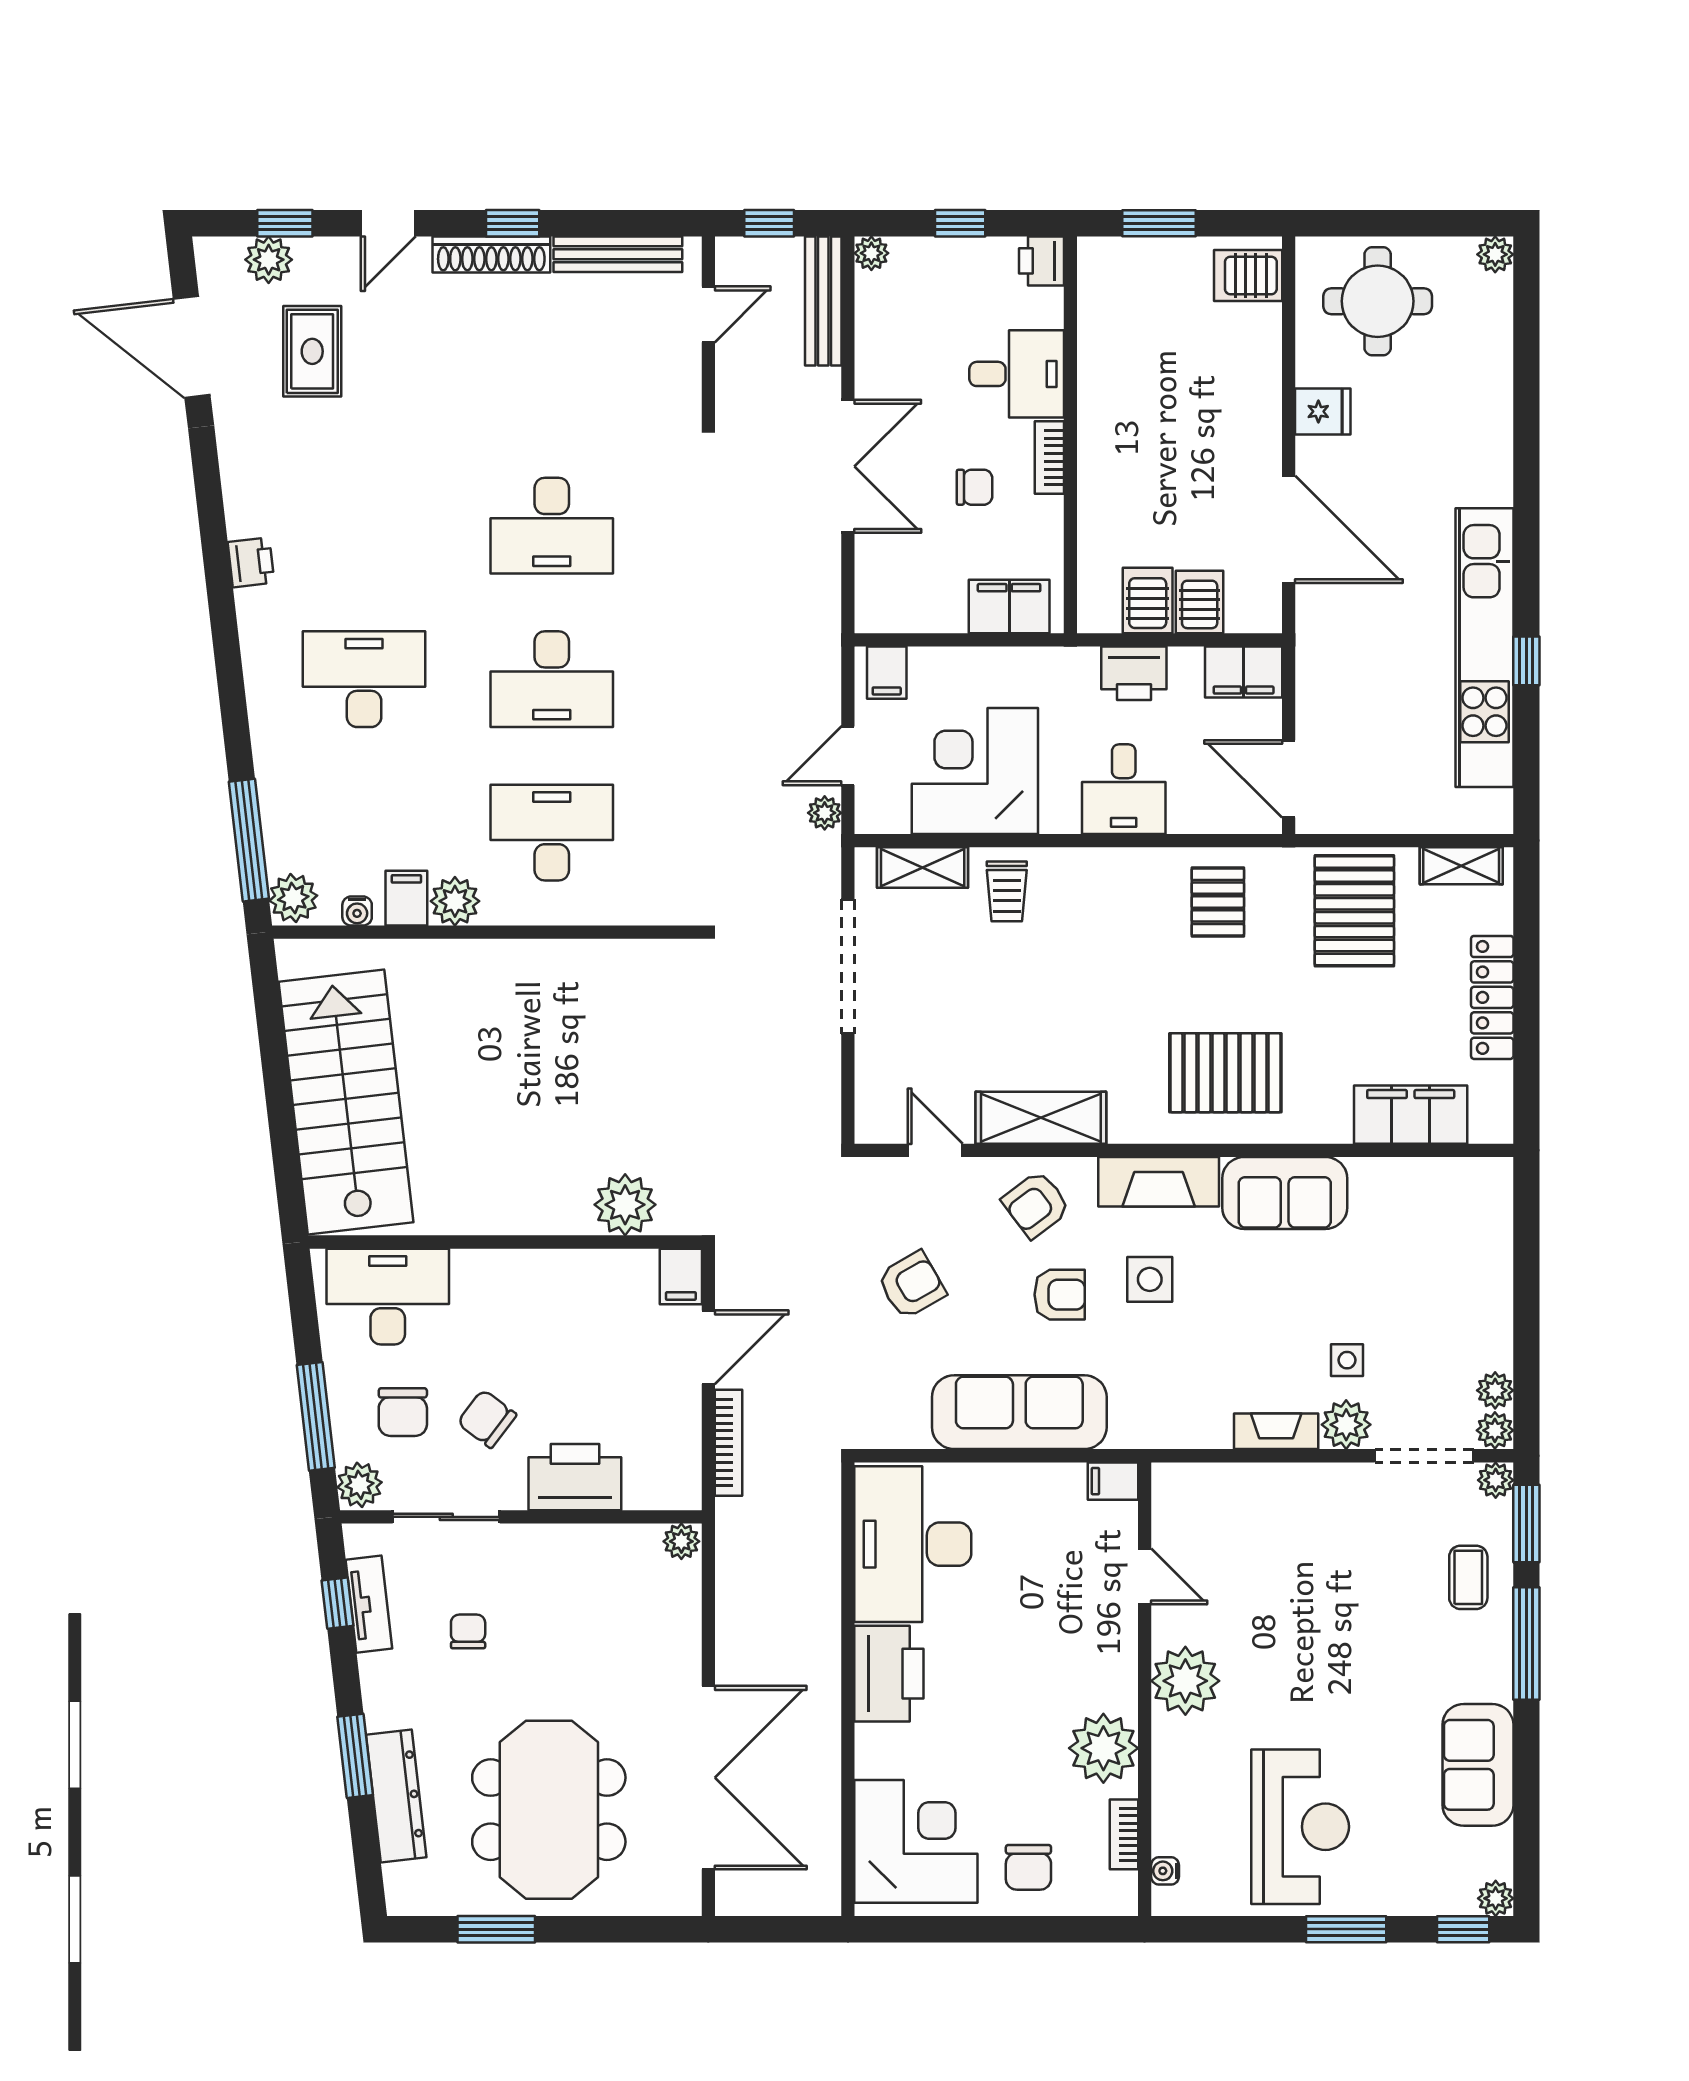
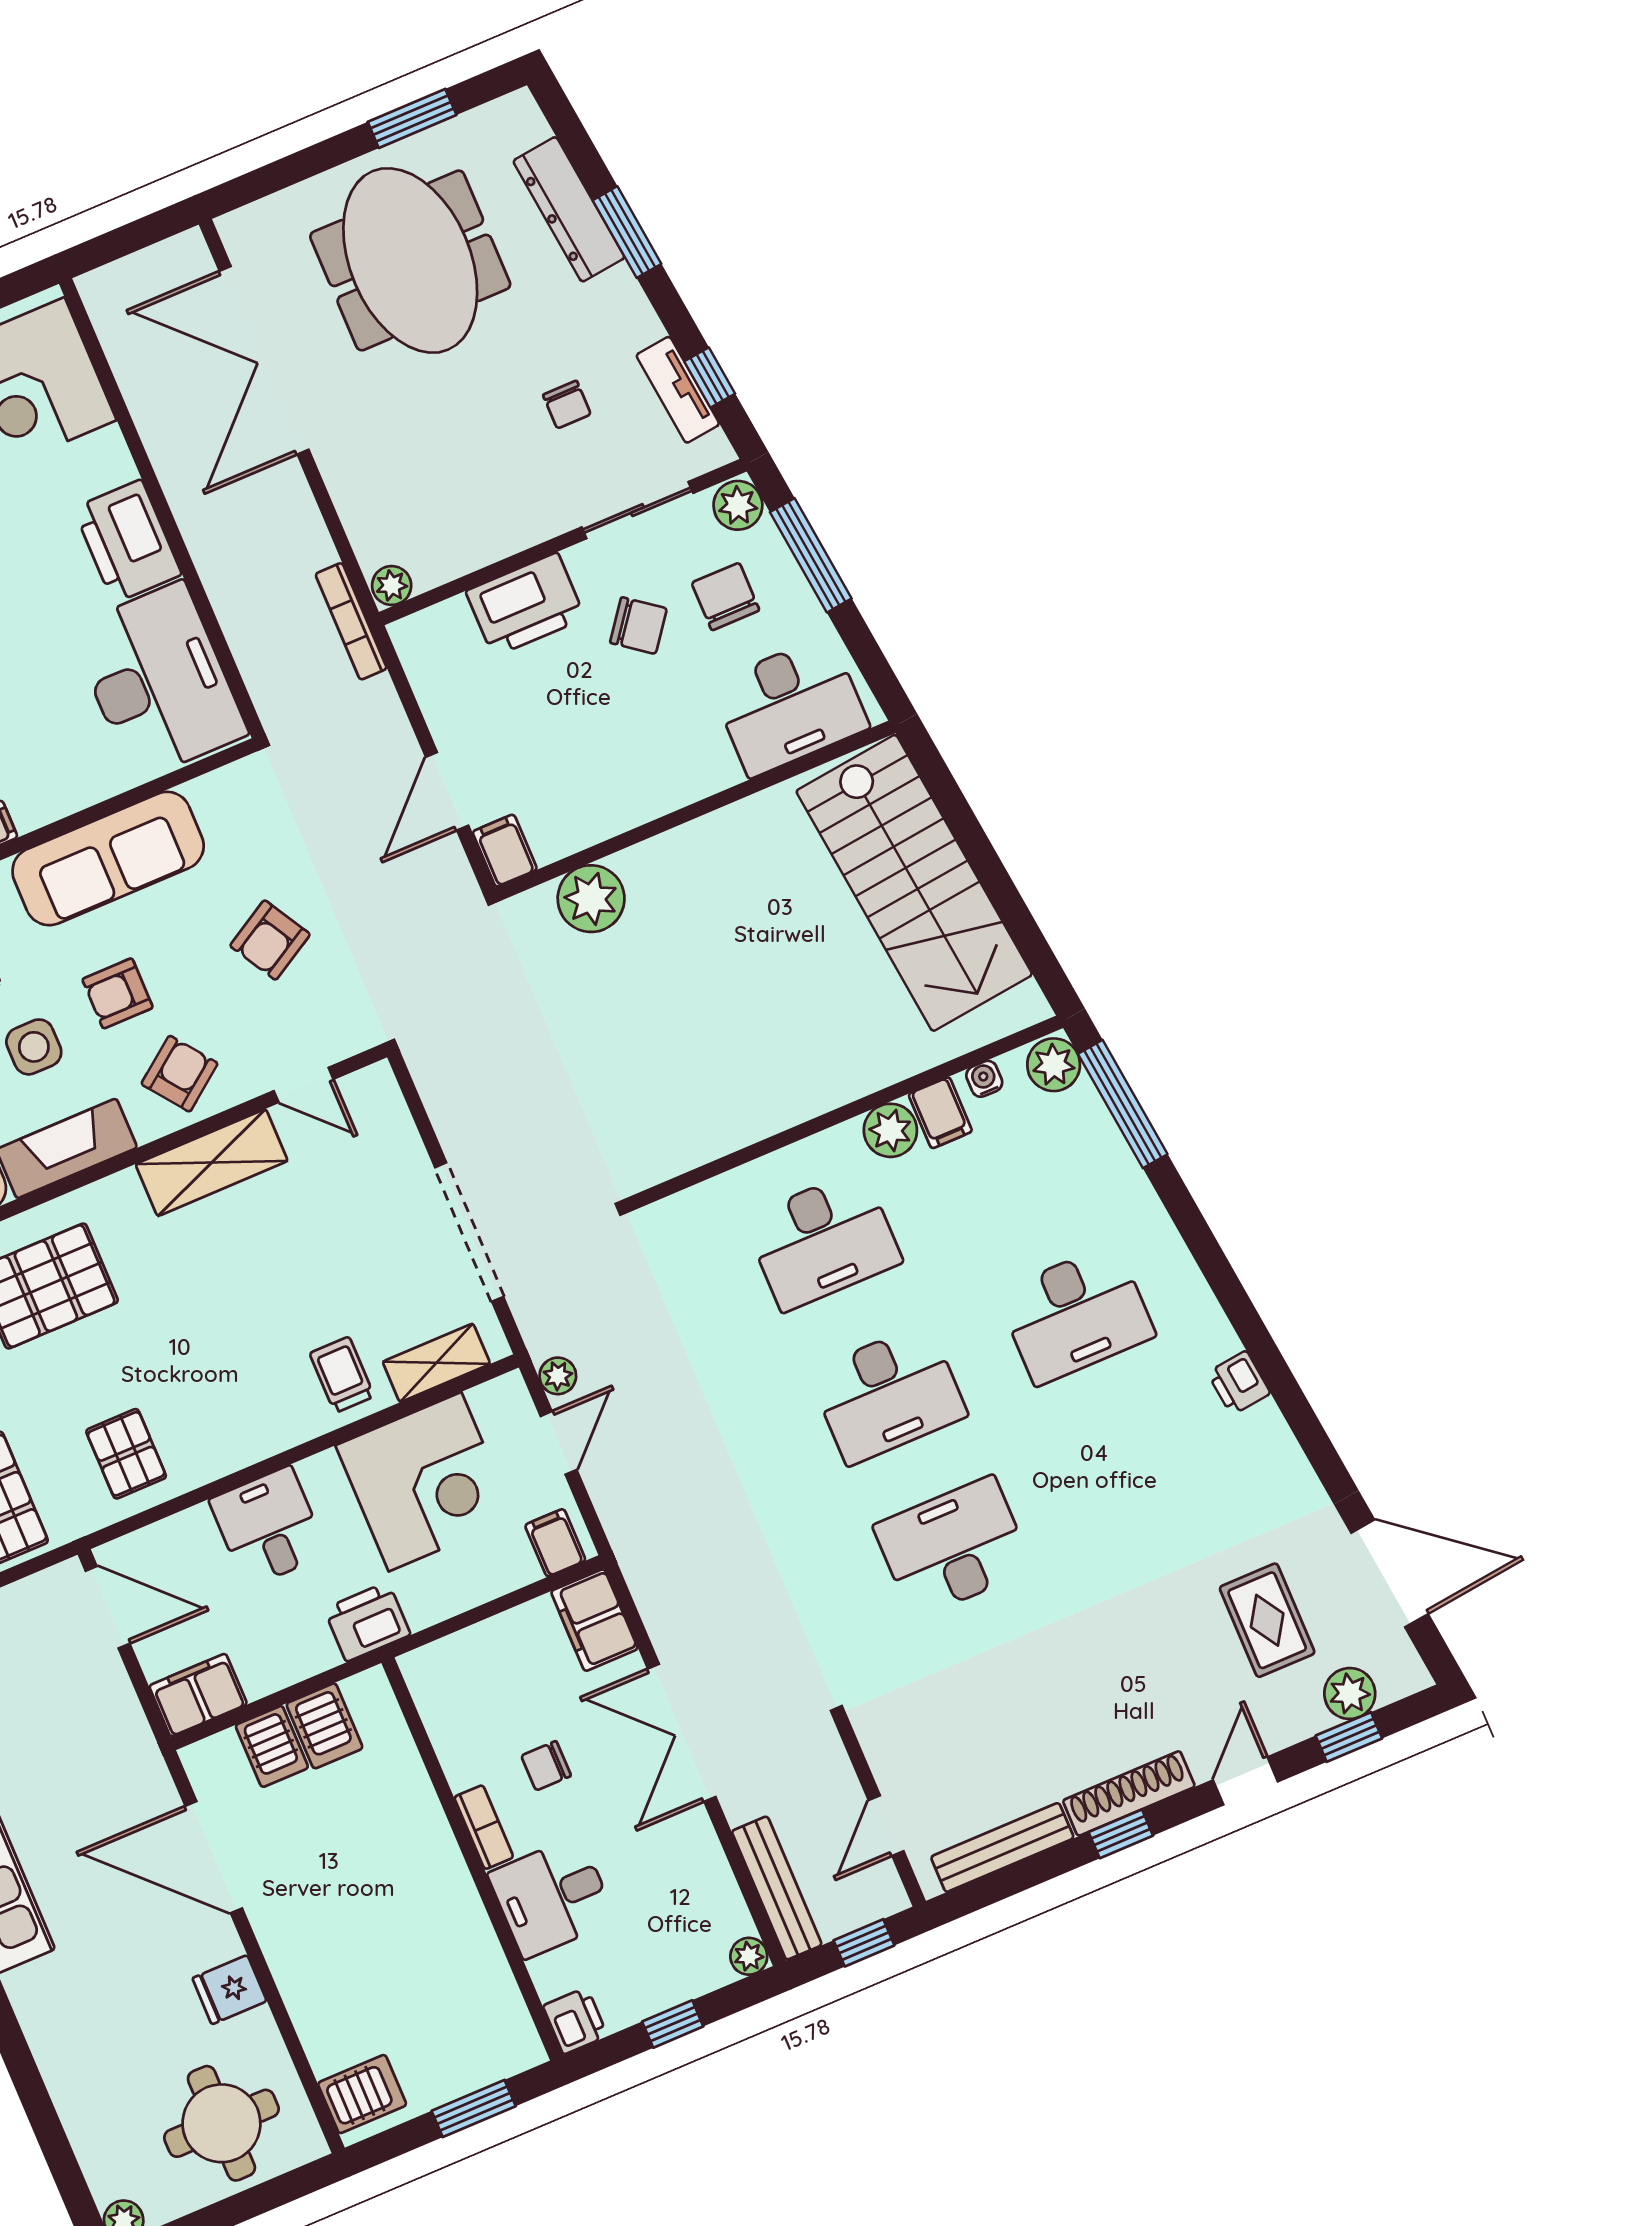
filing cabinet: (1009, 606) -> (594, 1620), moved, turned 90
printer: (1134, 673) -> (367, 1622), moved
desk: (552, 679) -> (888, 1394), turned 180
bookcase: (728, 1443) -> (351, 621), moved

